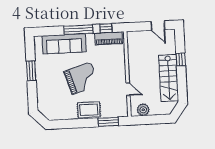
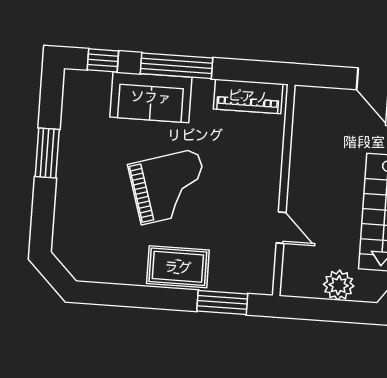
window: (106, 28) -> (103, 60), moved
sofa: (64, 44) -> (151, 97), width x0.73
plant: (143, 110) -> (339, 285), moved

